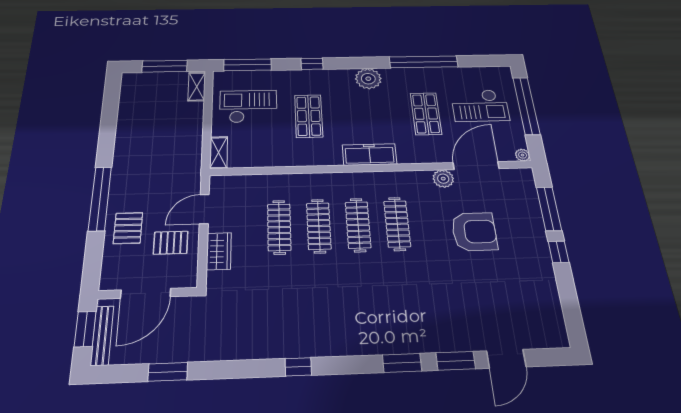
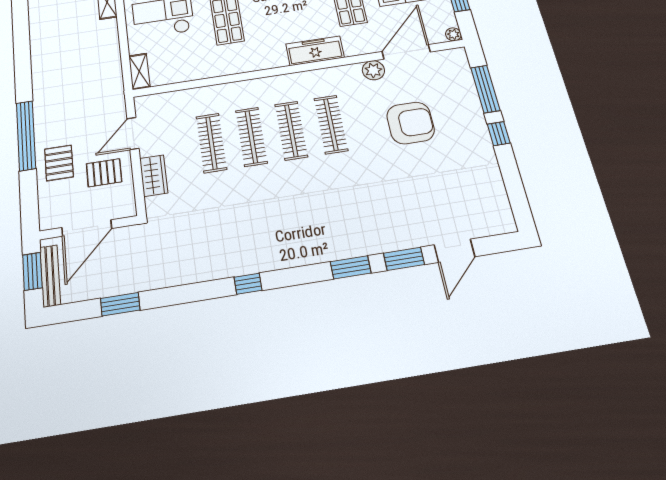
freezer: (370, 155) -> (315, 51), moved

